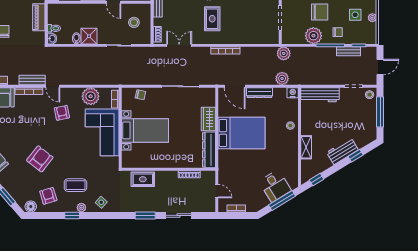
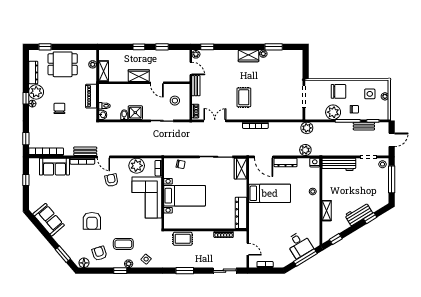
wardrobe: (208, 119) -> (240, 169), moved
bed: (242, 133) -> (270, 193), width x0.67
armchair: (40, 159) -> (92, 221), turned 142
sliding door: (178, 215) -> (225, 271), moved

